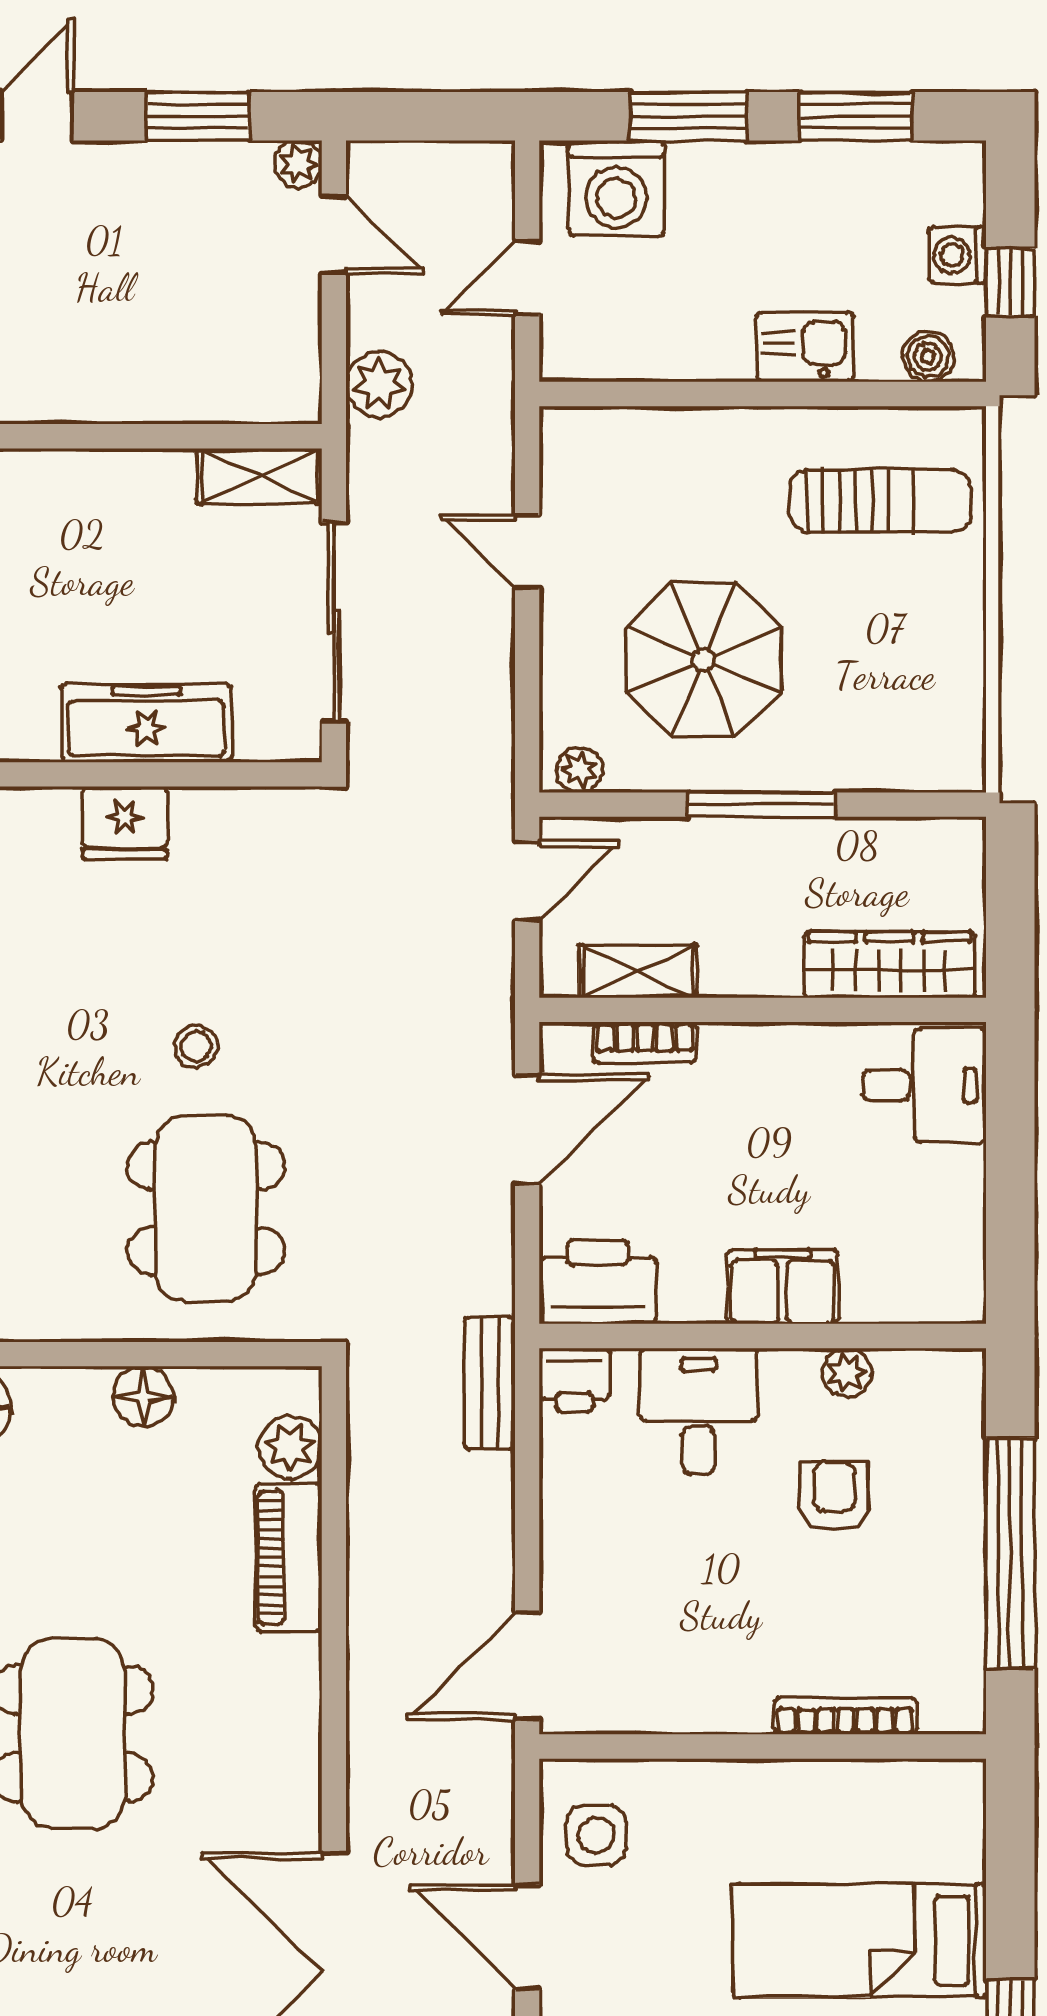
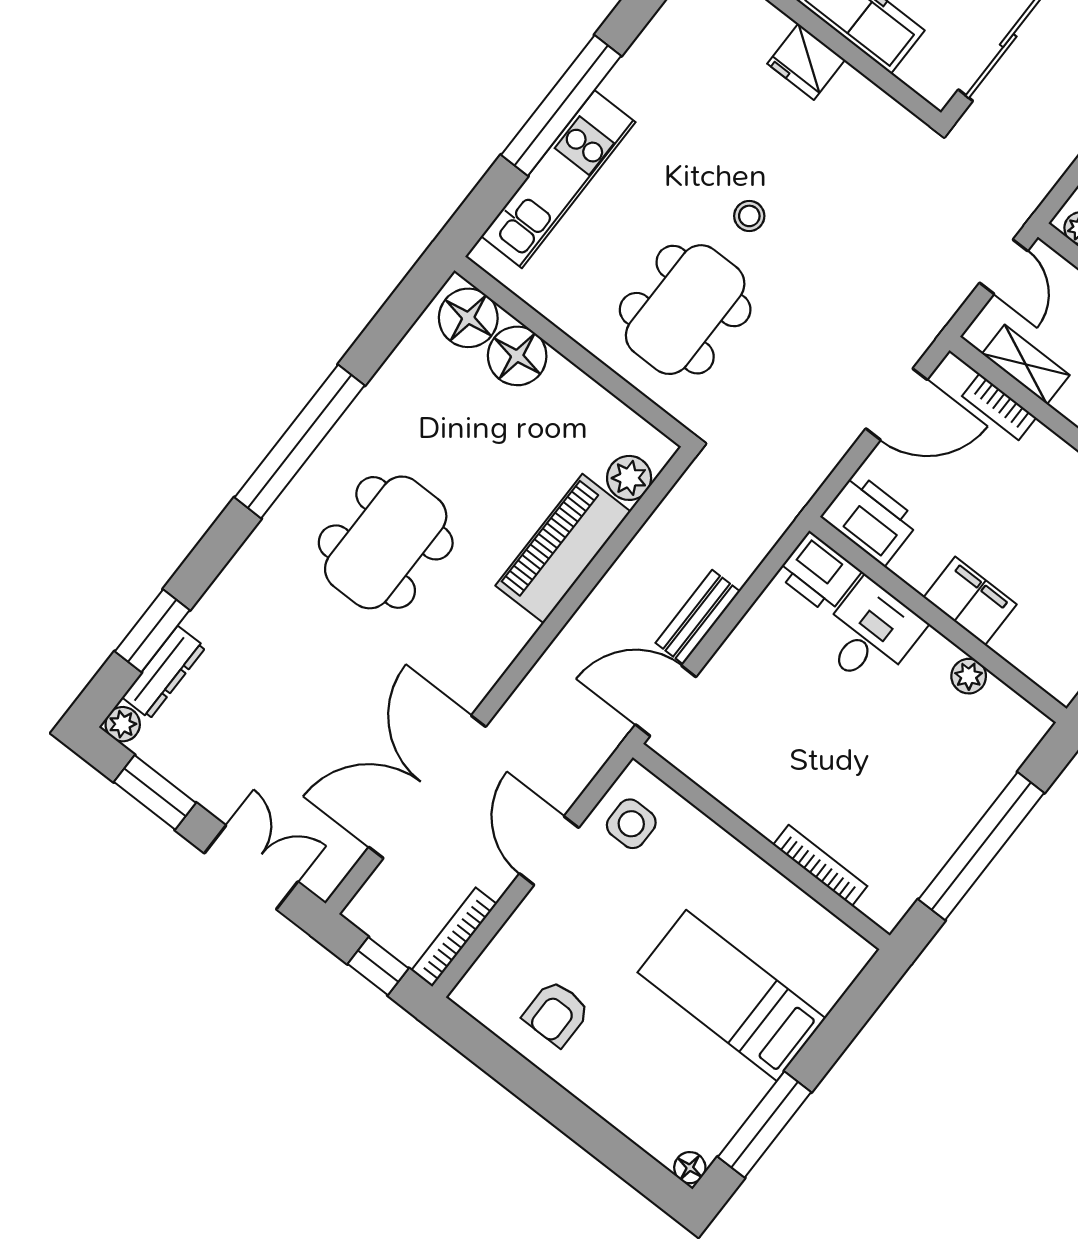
door: (527, 881) -> (1004, 267), hinge flipped
printer: (574, 1380) -> (819, 573), width x1.36, depth x1.24
bench: (490, 1383) -> (698, 617), moved
floor lamp: (143, 1397) -> (517, 356), moved, width x1.38, depth x1.38
armchair: (835, 1496) -> (909, 739), removed
piano: (289, 1558) -> (563, 549), width x1.37, depth x1.33

